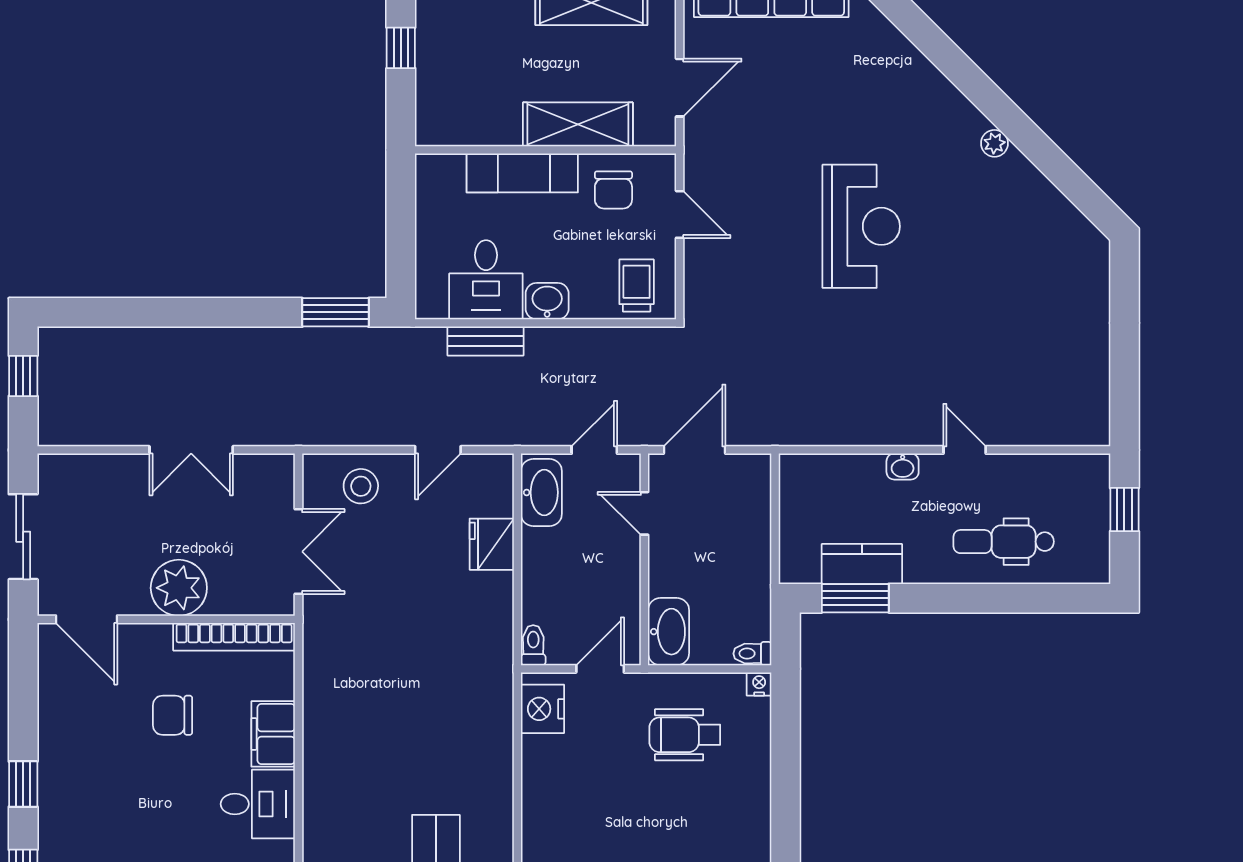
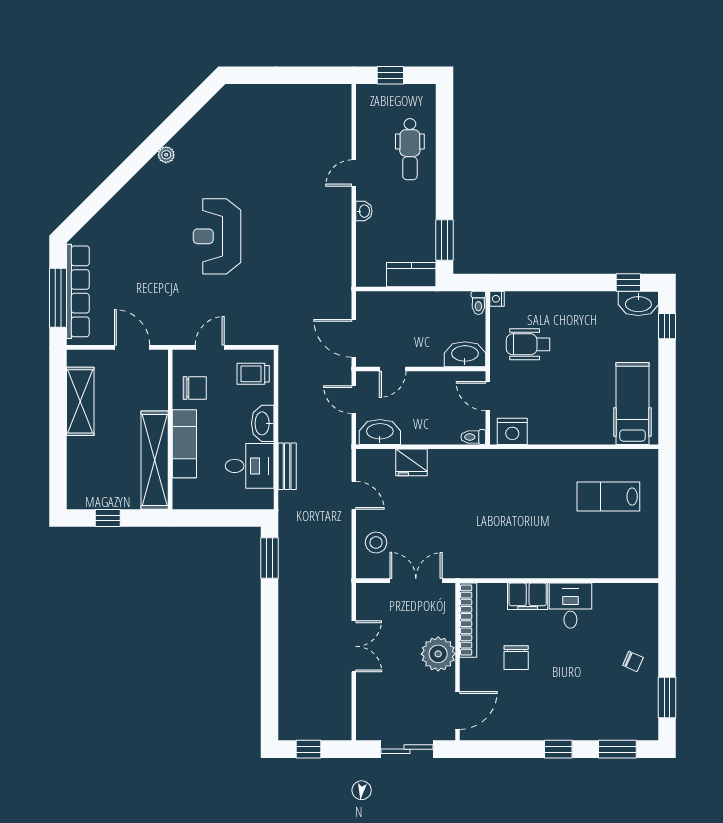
shelving: (578, 124) -> (155, 460), moved, width x1.47
reception desk: (861, 226) -> (217, 236), turned -90
washbasin: (547, 301) -> (263, 423), width x1.38
kitchen counter: (862, 564) -> (411, 275), moved, turned 90
wheelchair: (685, 735) -> (528, 344), turned 90

